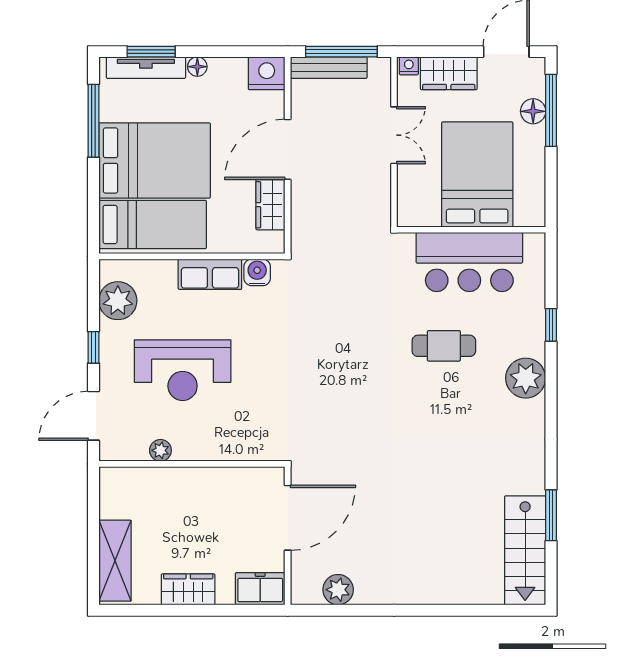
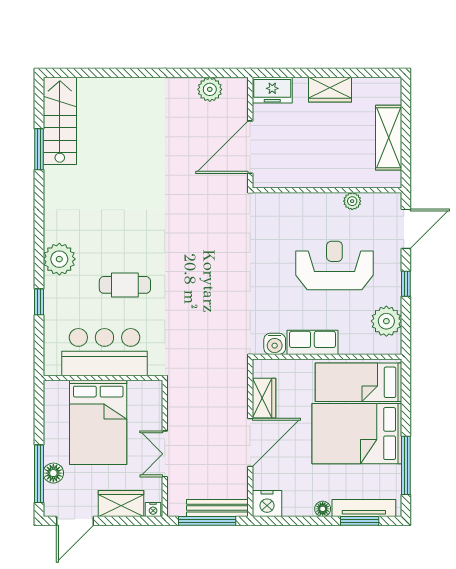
shelving: (115, 561) -> (389, 138), moved

